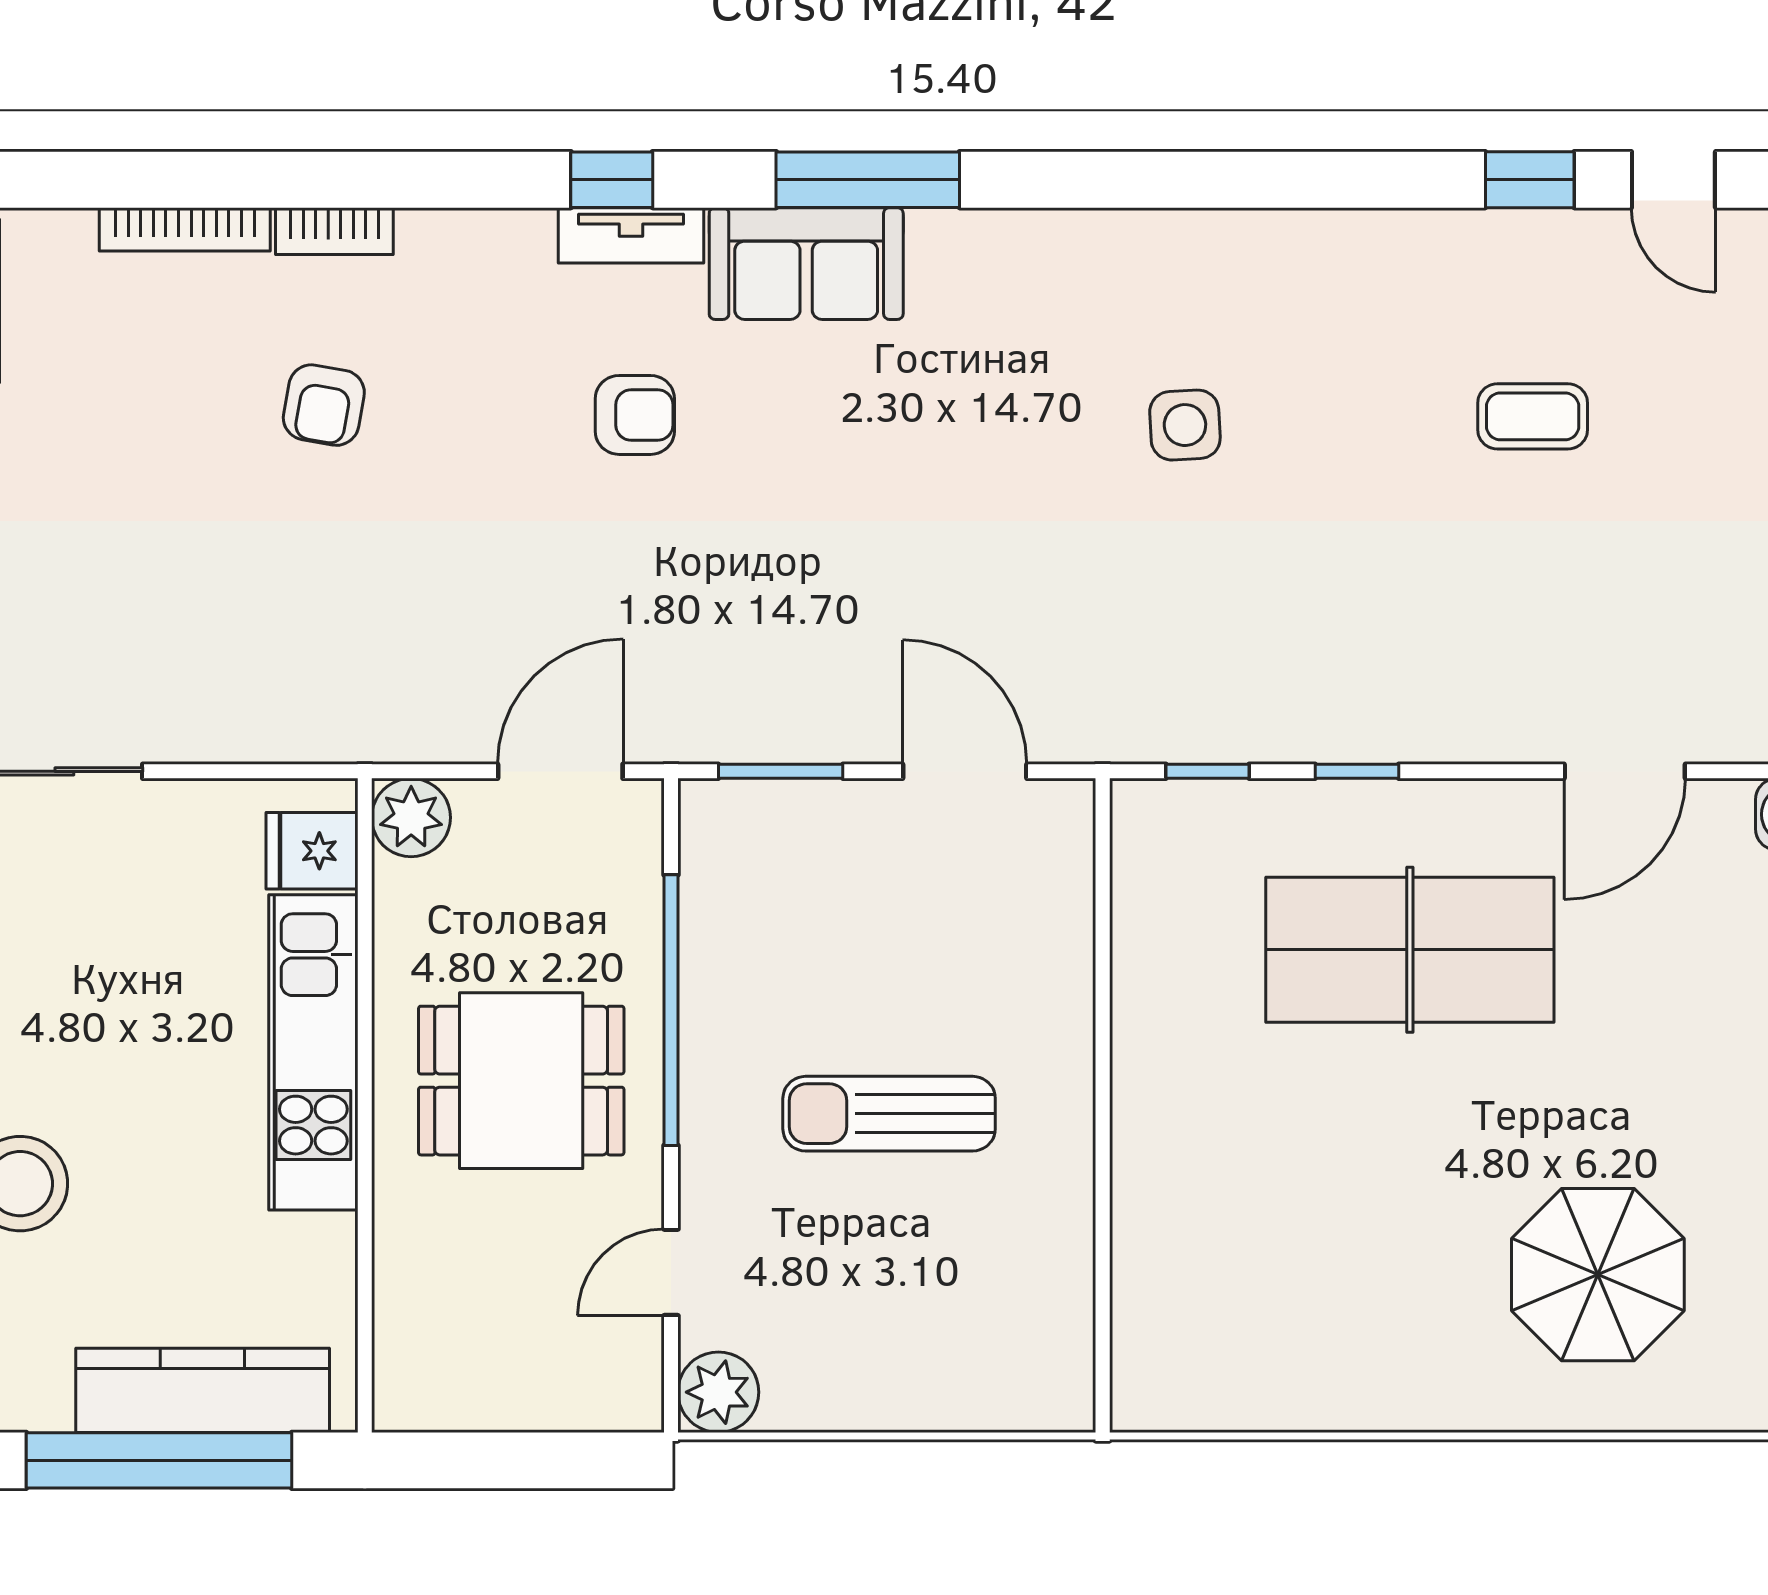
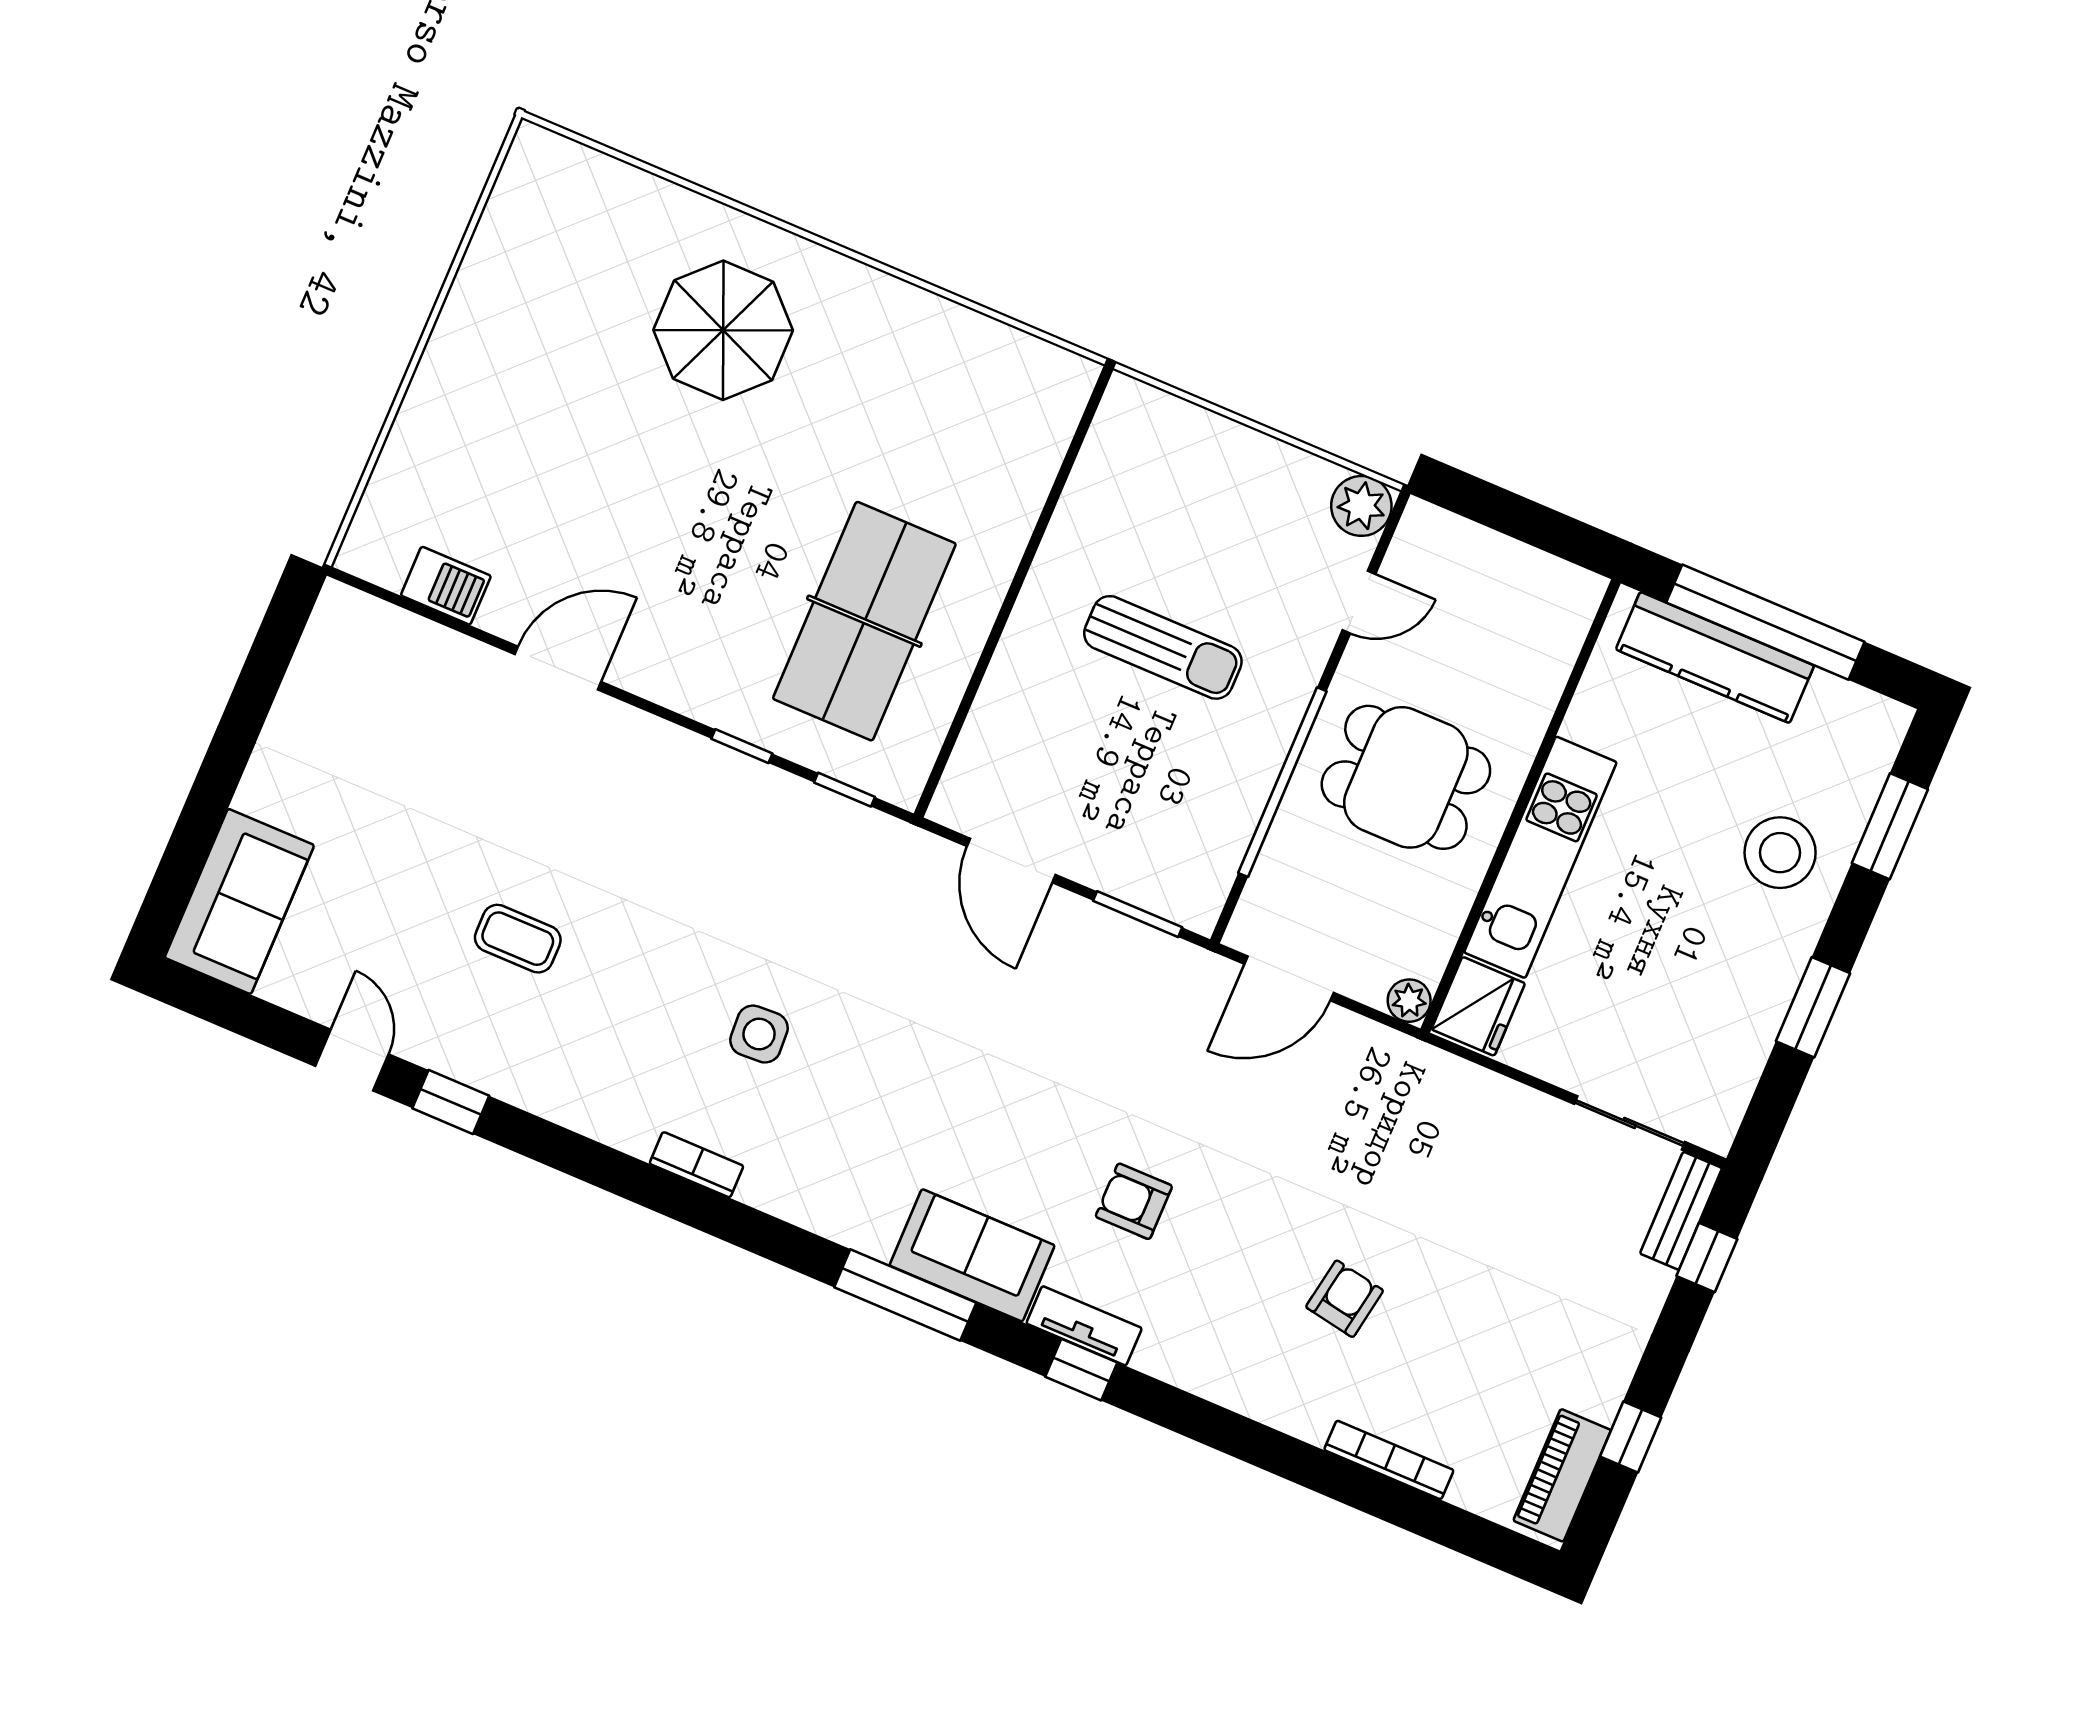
bookcase: (334, 231) -> (696, 1165), moved
plant: (411, 818) -> (1409, 1001), width x0.73, depth x0.73
fridge: (312, 851) -> (1478, 1006), width x1.38
table tennis table: (1410, 950) -> (864, 621), moved, turned 90

